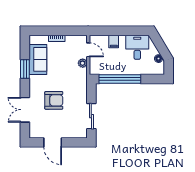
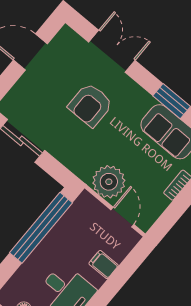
door: (88, 50) -> (122, 217), swing flipped
plant: (83, 63) -> (109, 182), width x1.88, depth x1.88

